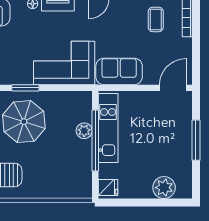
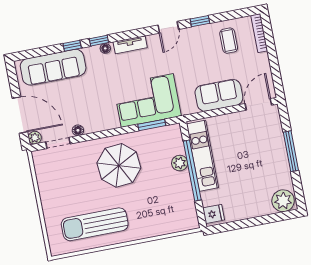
sofa: (119, 71) -> (219, 95), moved
window: (25, 88) -> (152, 125), moved
plant: (164, 188) -> (283, 201), moved

